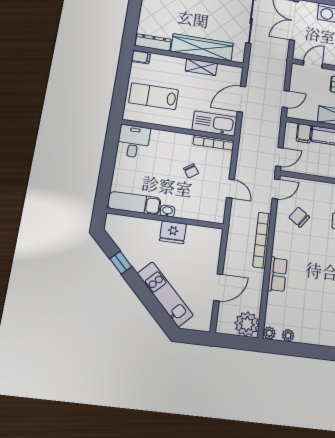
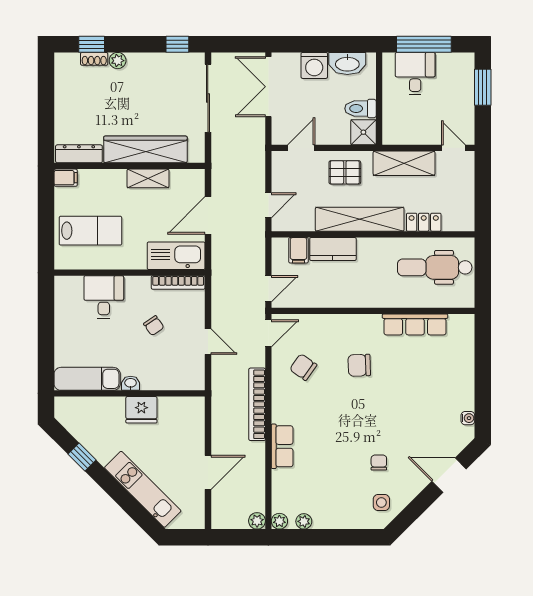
lab bench: (154, 96) -> (90, 231), turned 180
desk: (134, 141) -> (104, 297), moved
plant: (247, 324) -> (257, 521), width x0.53, depth x0.53

